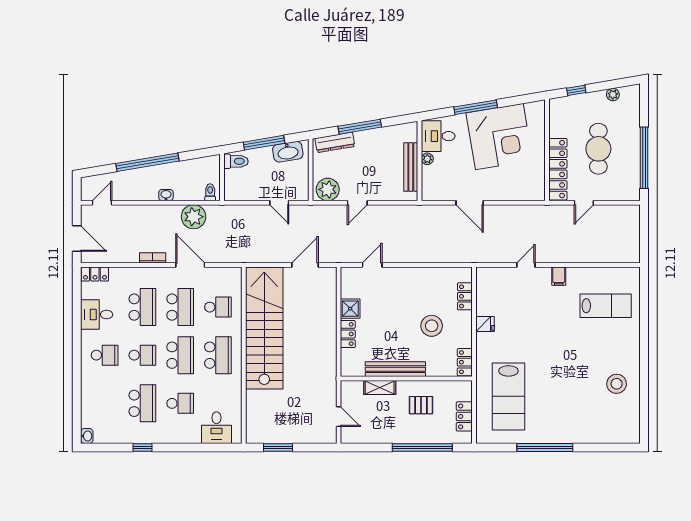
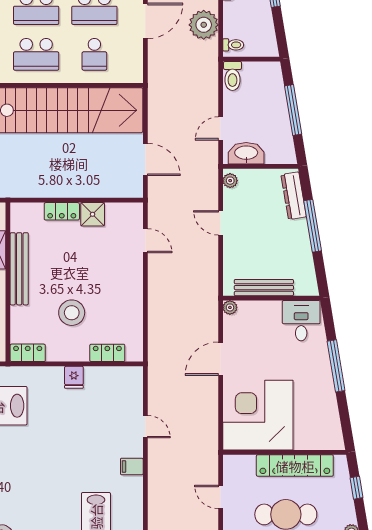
corner desk: (499, 137) -> (258, 415), moved, turned 100
washbasin: (288, 152) -> (246, 153), moved, turned 100
plant: (427, 159) -> (230, 307), moved
toilet: (236, 161) -> (233, 76), moved
locker: (558, 169) -> (295, 466), moved
plant: (328, 189) -> (230, 181), width x0.53, depth x0.53

